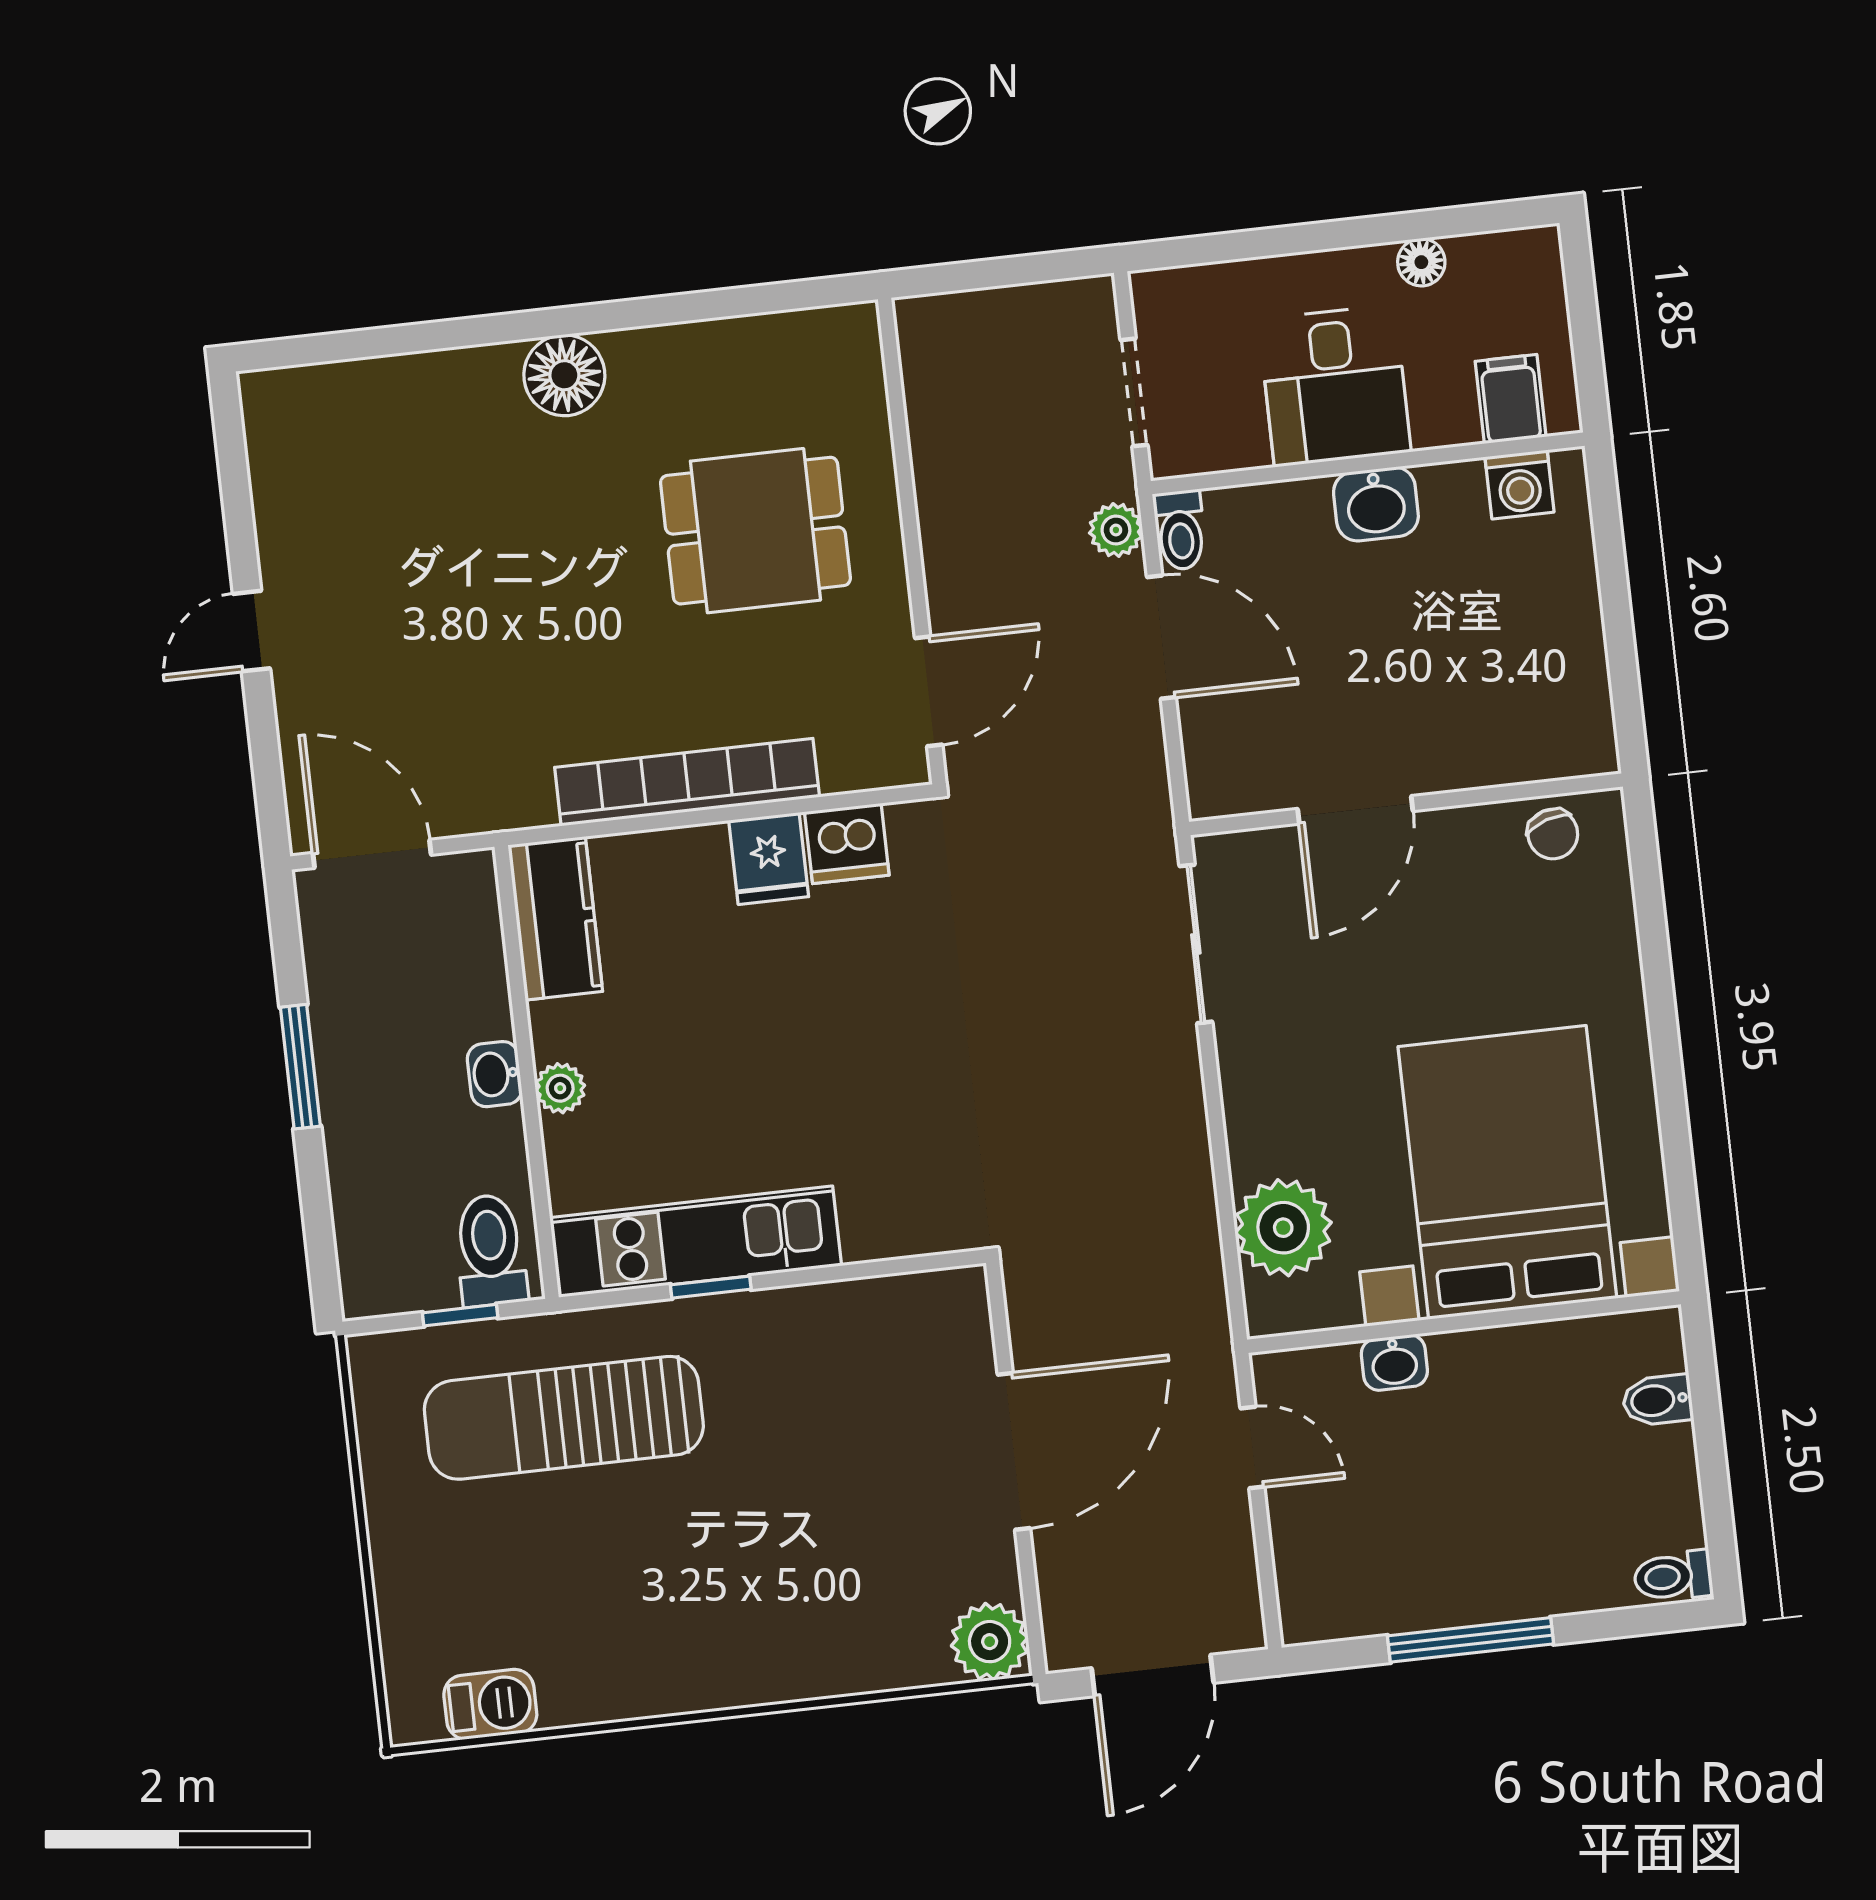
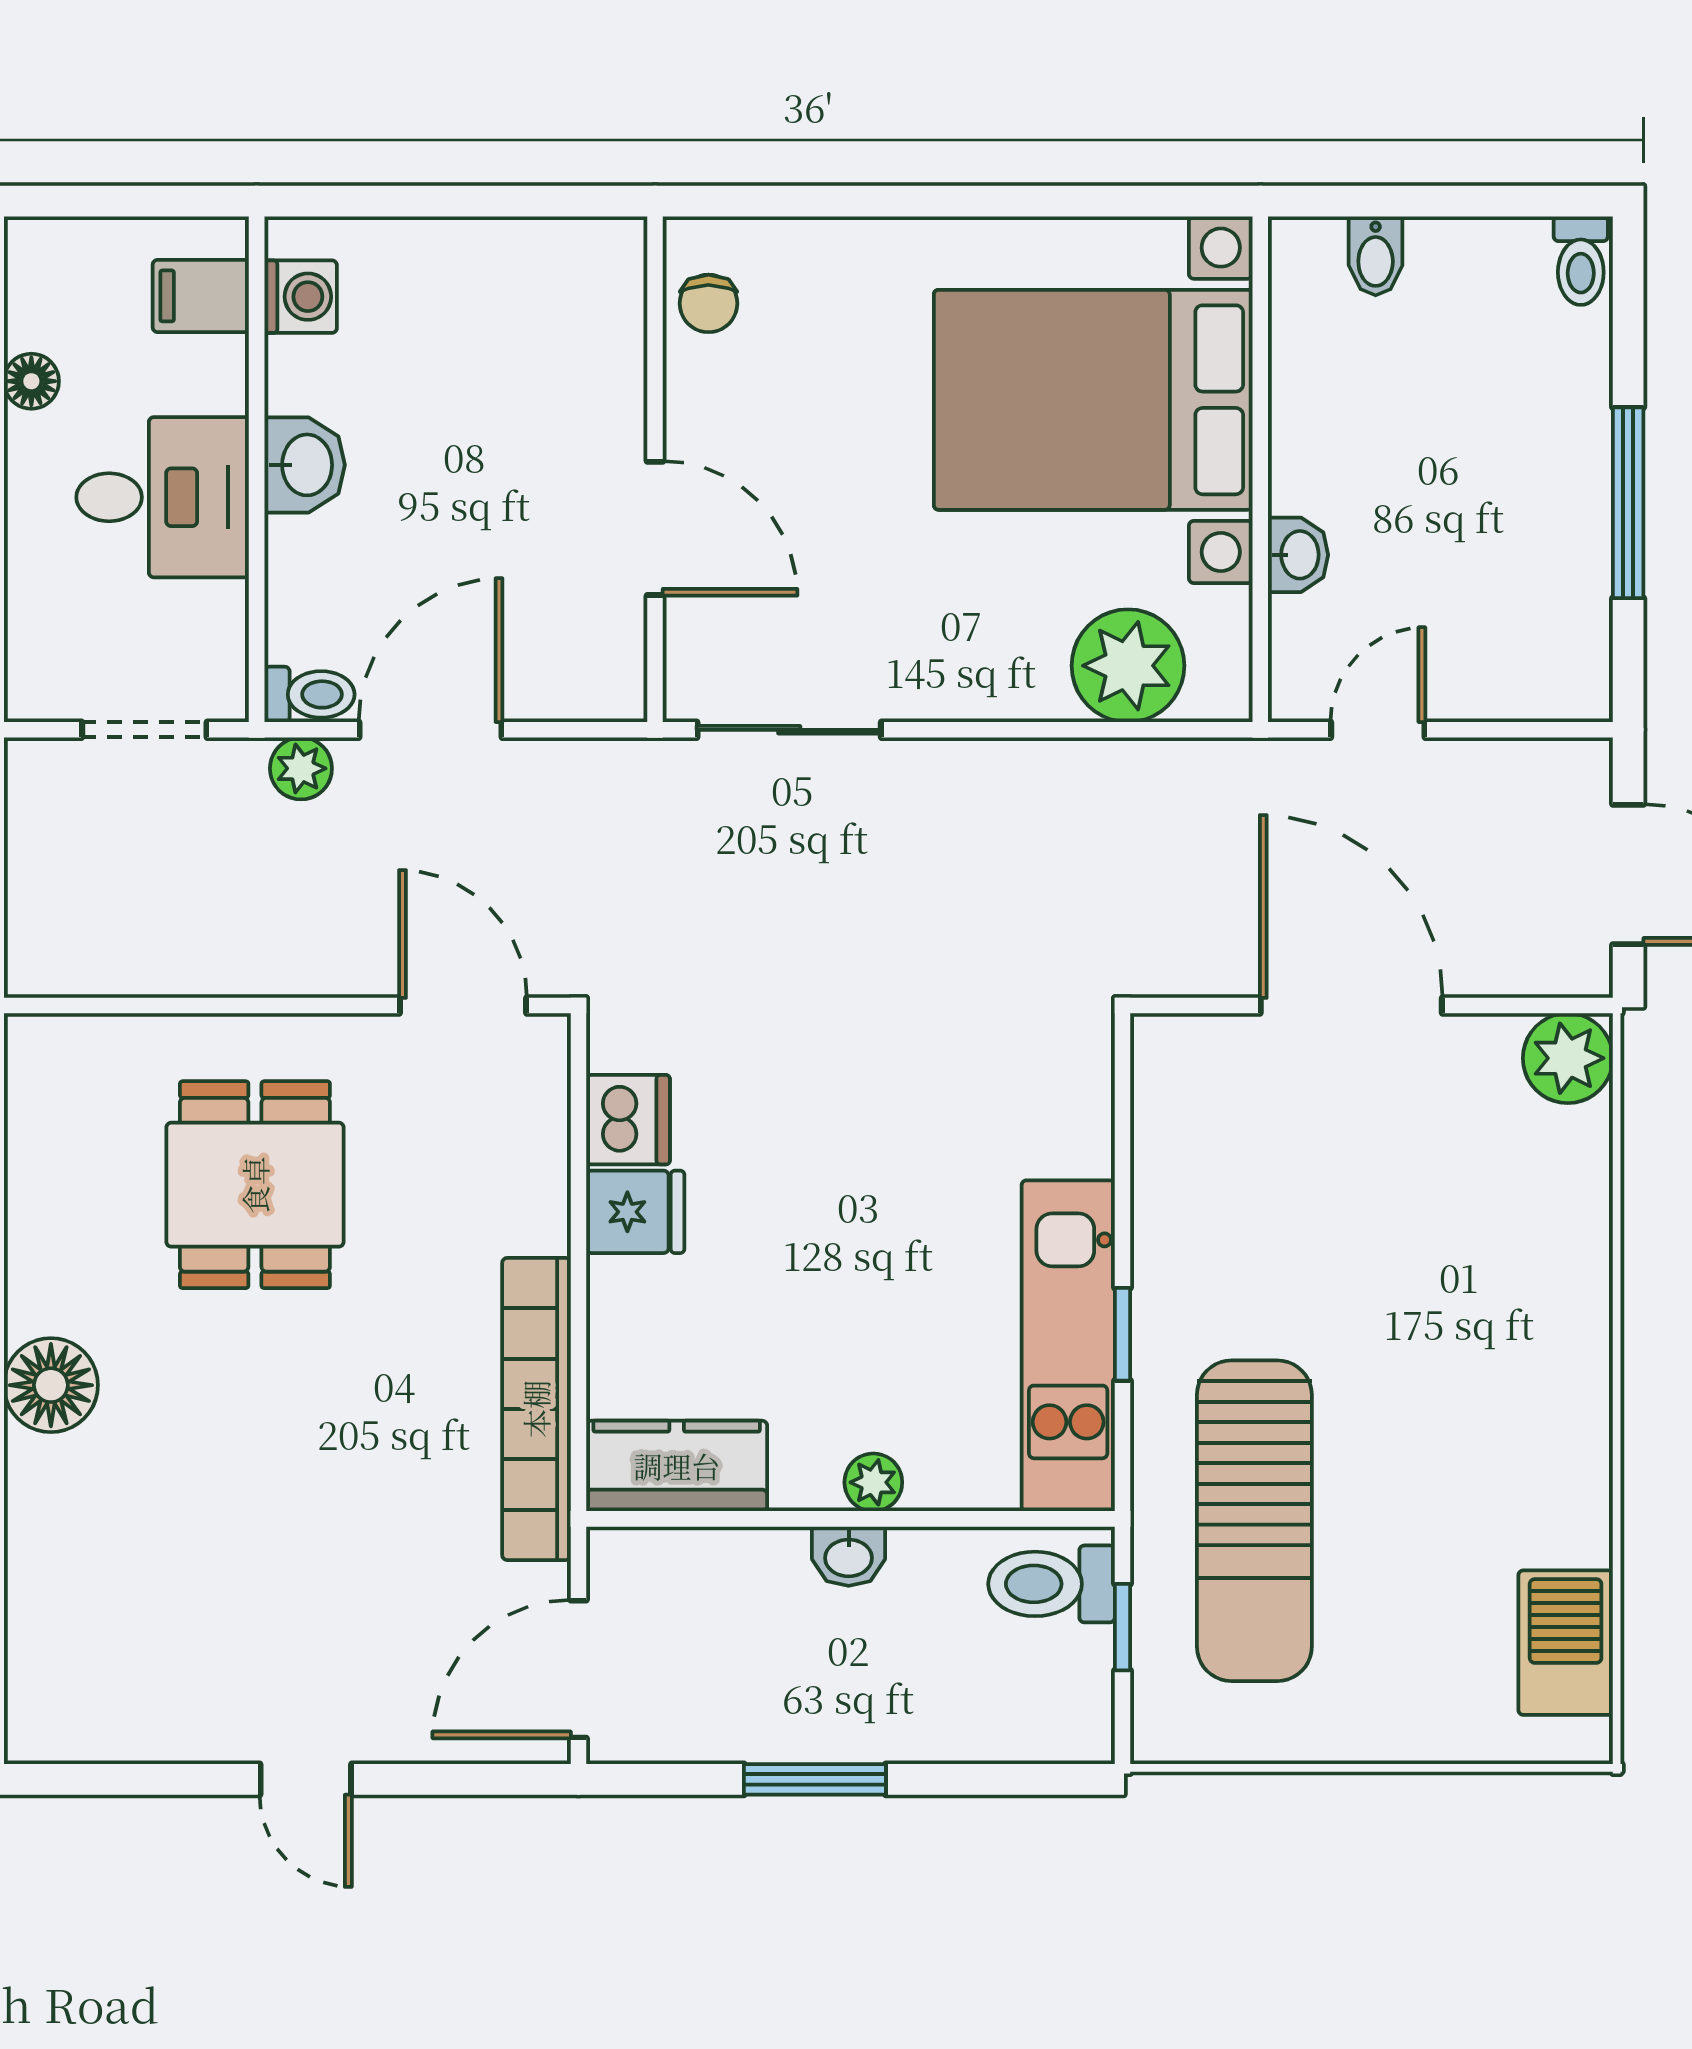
bookcase: (687, 782) -> (536, 1409), moved
chair: (1553, 834) -> (708, 303), turned 108
barbecue: (490, 1704) -> (1566, 1643), width x1.38, depth x1.27

